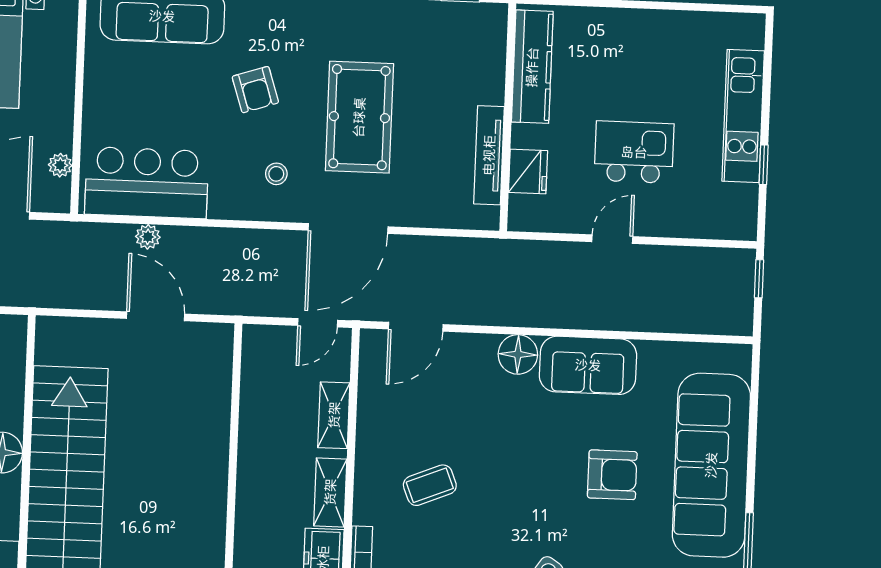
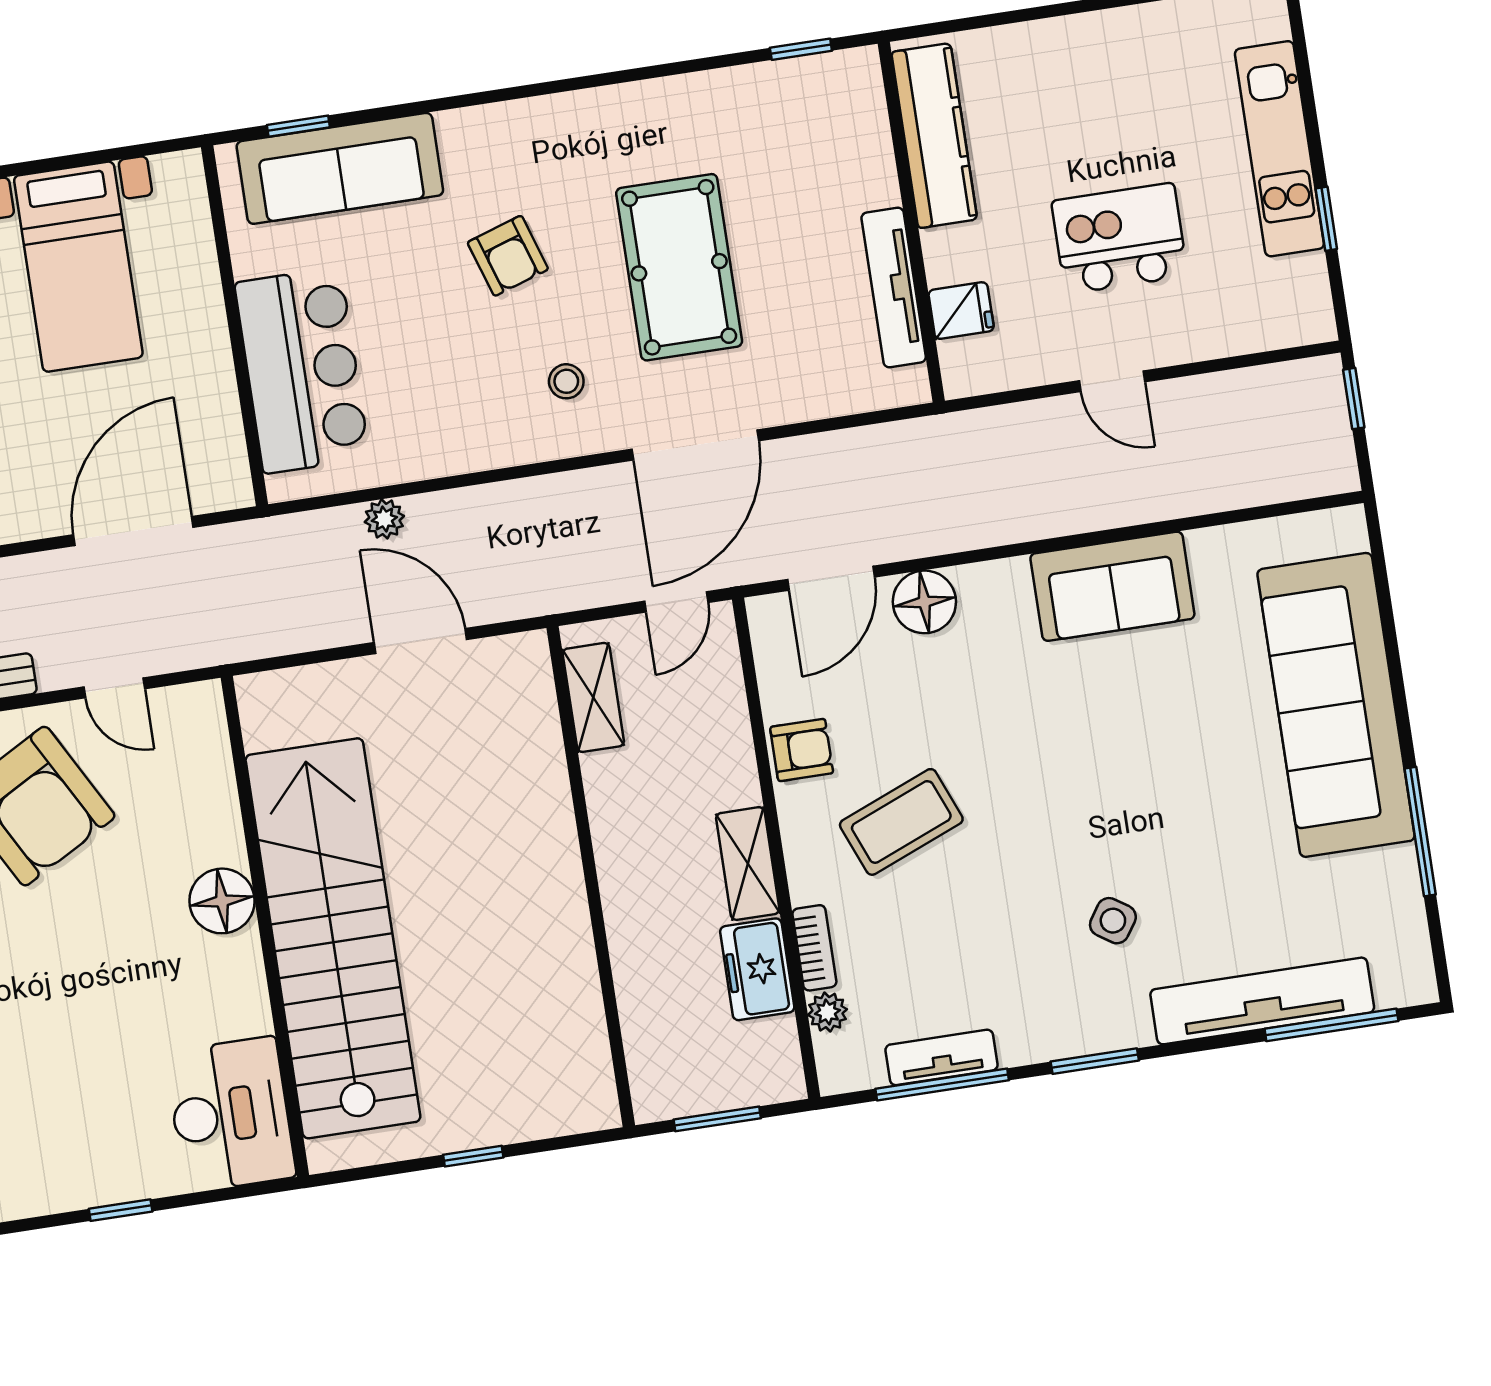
plant: (60, 165) -> (225, 434), removed
fridge: (528, 171) -> (961, 311), width x0.72
bar counter: (147, 183) -> (302, 370), moved, turned 90
door: (612, 239) -> (1112, 381), swing flipped
floor lamp: (518, 354) -> (924, 602), moved
shelving: (334, 415) -> (593, 697), moved
armchair: (612, 475) -> (802, 750), moved, width x0.72, depth x0.72
coffee table: (430, 485) -> (901, 822), width x1.36, depth x1.30

